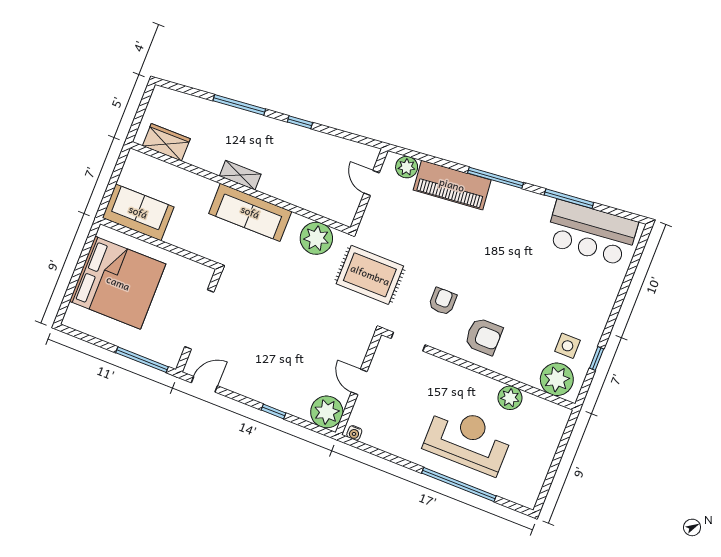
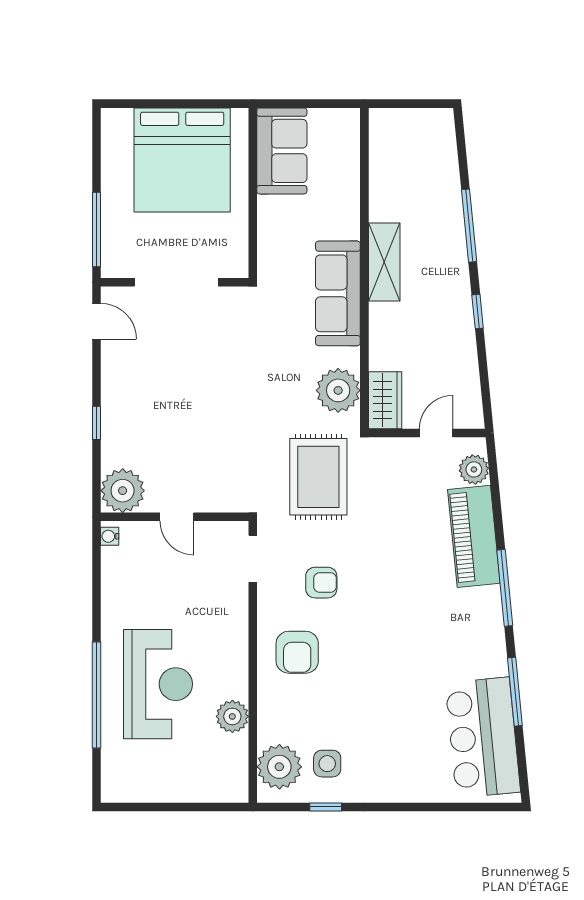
wardrobe: (166, 142) -> (385, 400), moved
shelving: (240, 175) -> (384, 262), width x1.50, depth x1.33
door: (359, 382) -> (177, 517), swing flipped

